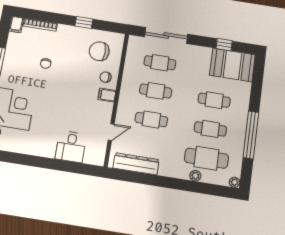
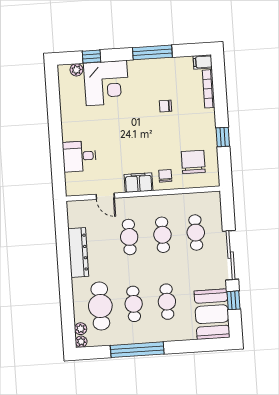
sliding door: (166, 35) -> (231, 255), moved
filing cabinet: (107, 95) -> (139, 183), width x2.00
dresser: (136, 164) -> (78, 253), moved
plant: (195, 176) -> (81, 329), moved

